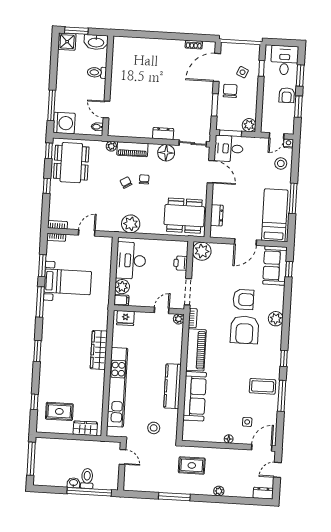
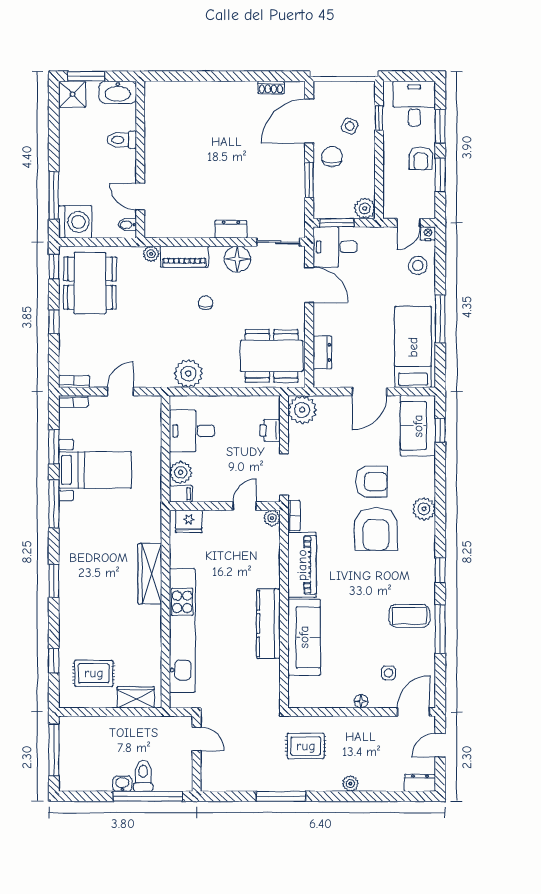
chair: (126, 182) -> (177, 309), removed
desk: (131, 261) -> (192, 431), width x0.73
stool: (154, 428) -> (243, 691), removed

